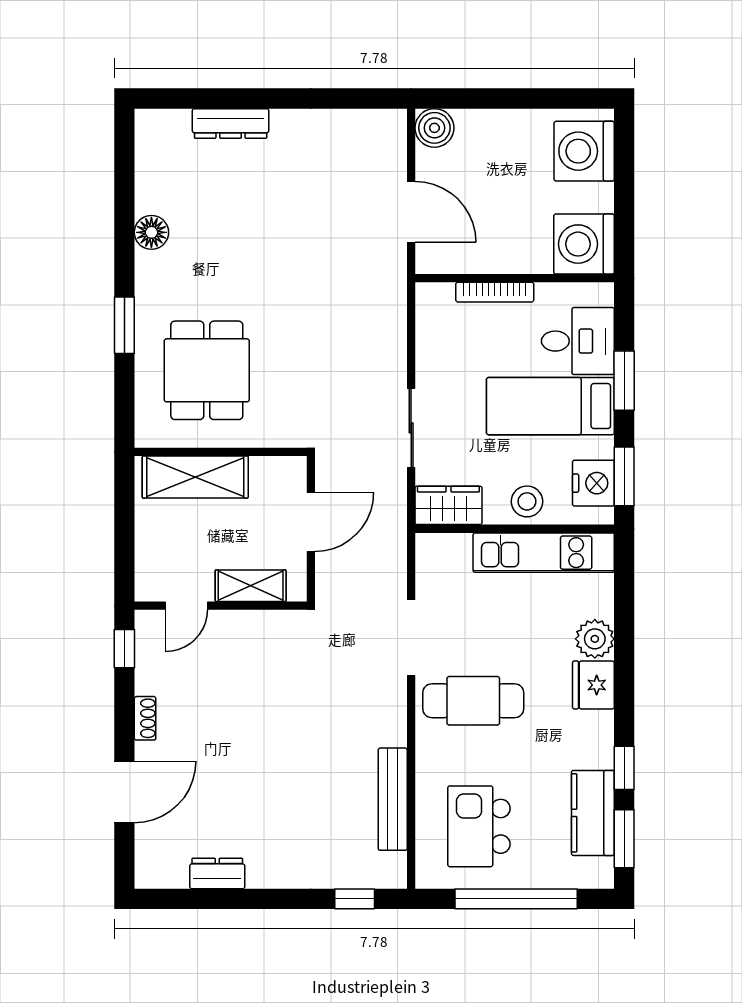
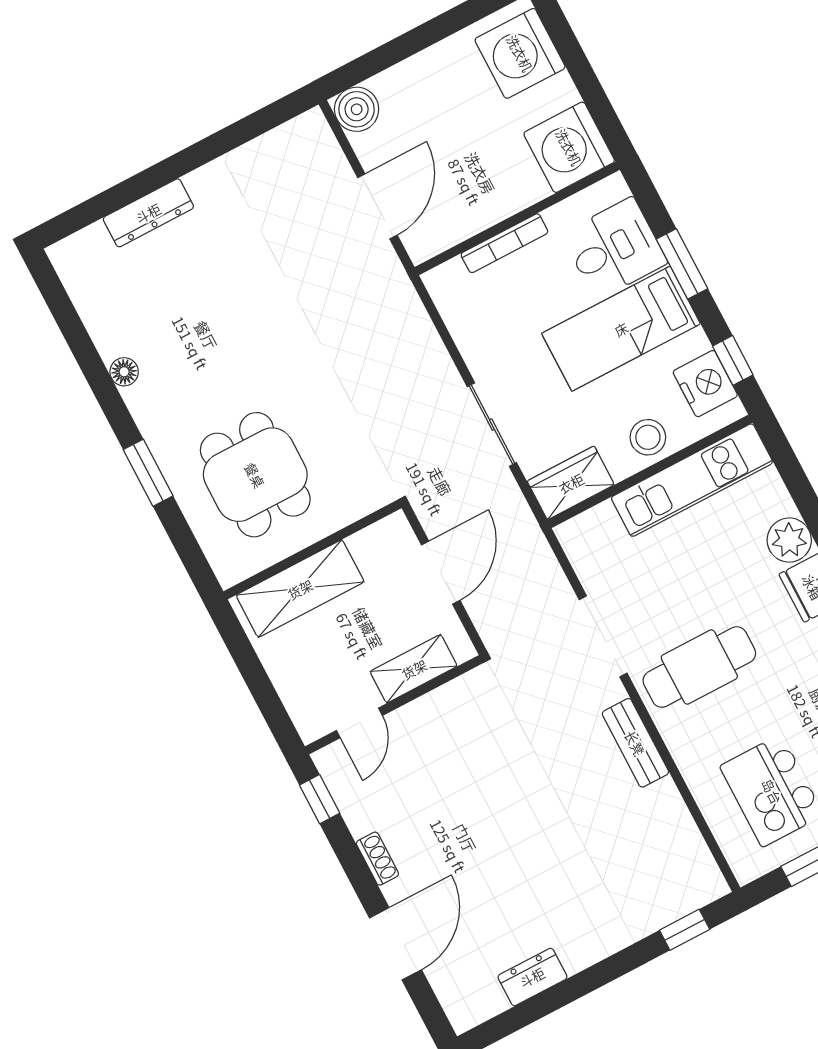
door: (411, 212) -> (377, 206), hinge flipped
floor lamp: (151, 232) -> (124, 372), width x0.73, depth x0.73
window: (624, 476) -> (733, 360), width x0.67
bench: (393, 799) -> (635, 743), moved, width x0.73

